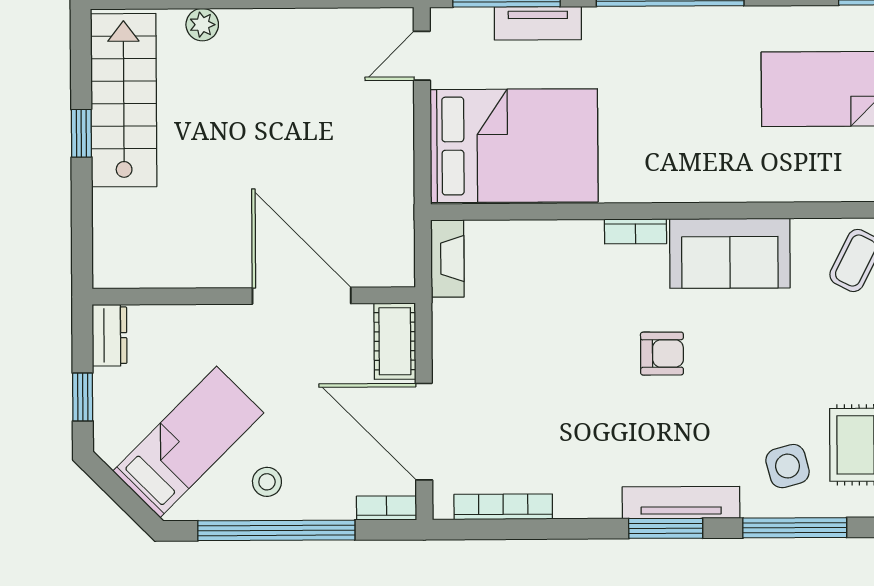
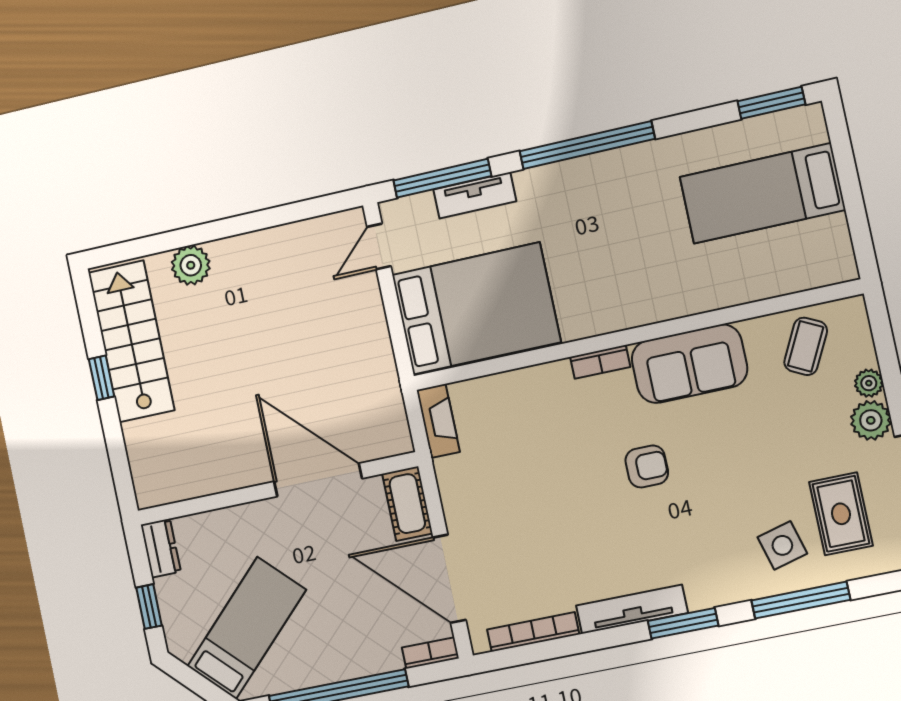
plant: (202, 25) -> (191, 265), width x1.38, depth x1.38
stool: (267, 482) -> (322, 650), removed
tv unit: (681, 503) -> (632, 609), moved

